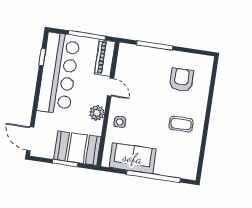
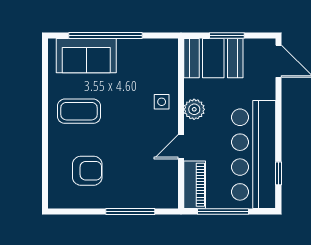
armchair: (182, 80) -> (87, 171), turned -90
door: (111, 87) -> (181, 147), hinge flipped
coffee table: (181, 124) -> (79, 111), width x1.36, depth x1.30
sofa: (133, 158) -> (86, 56), moved

